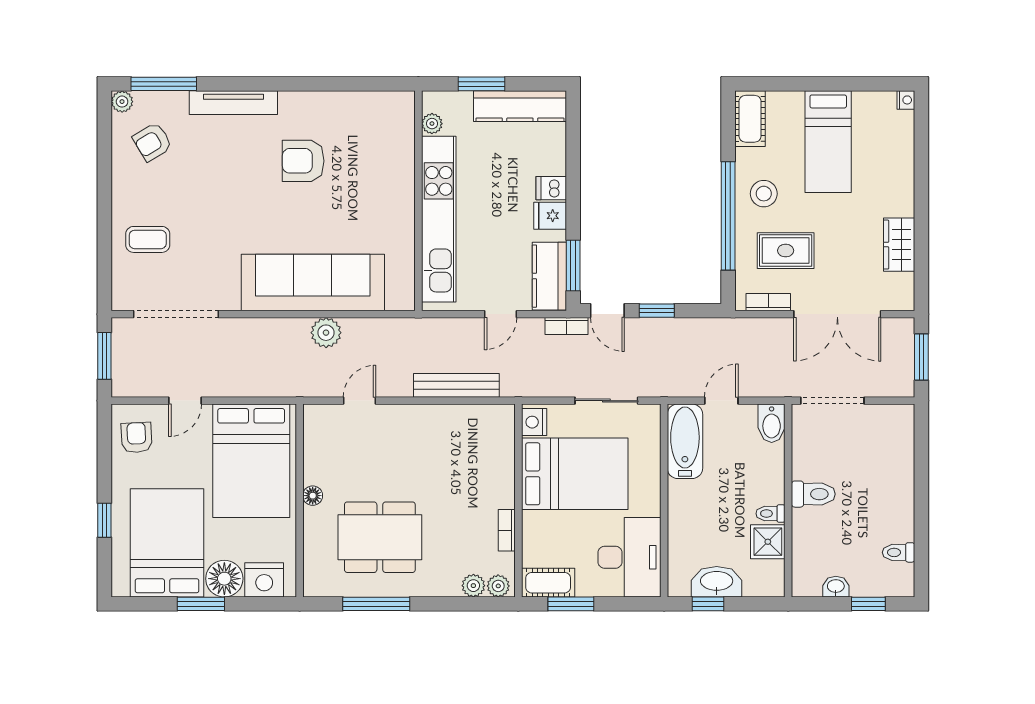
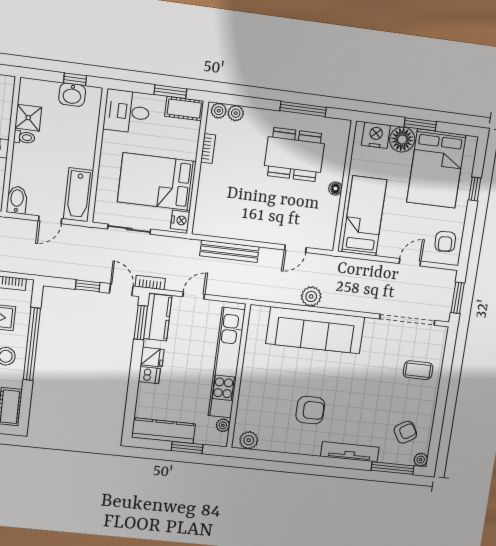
plant: (390, 105) -> (249, 440), added
bed: (251, 461) -> (364, 216), width x0.67
desk: (629, 557) -> (127, 112), width x0.73
washbasin: (717, 582) -> (72, 95), width x0.72

